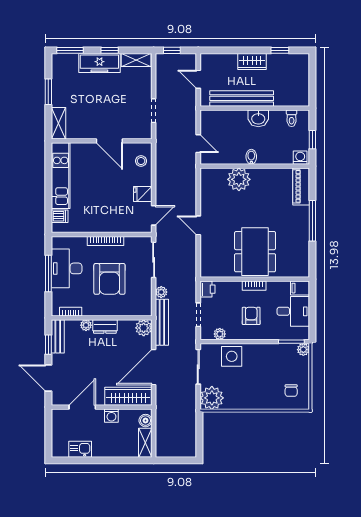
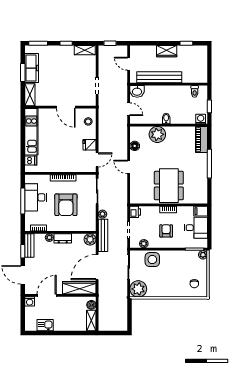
freezer: (99, 63) -> (32, 68), moved, turned -90
washbasin: (258, 118) -> (137, 91), moved
floor lamp: (207, 196) -> (135, 146), added
washing machine: (111, 416) -> (30, 301), moved

